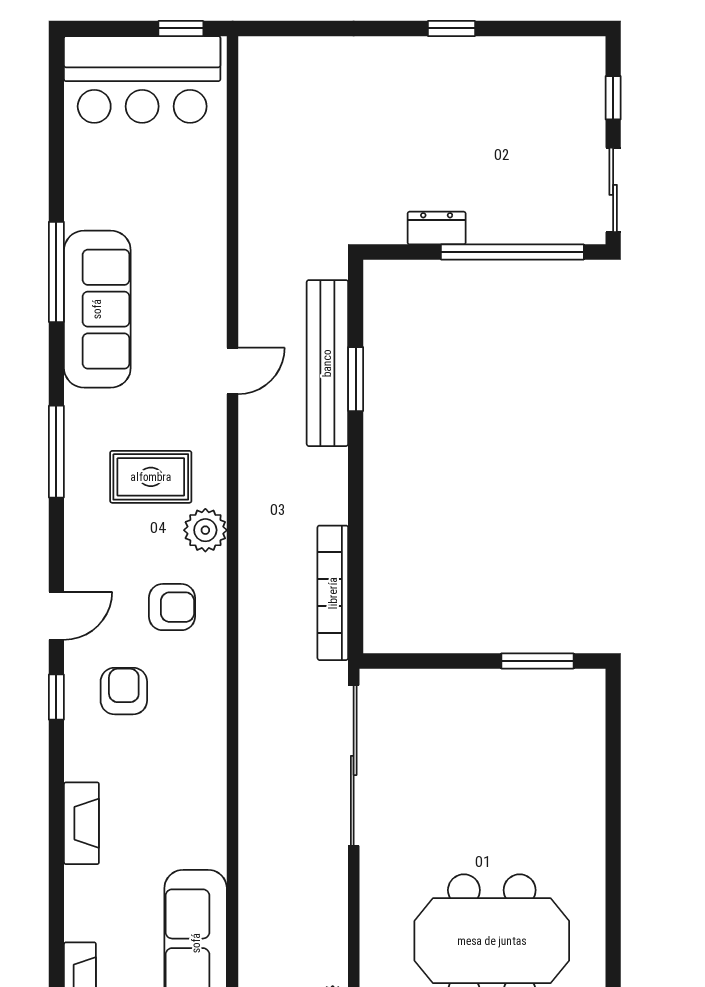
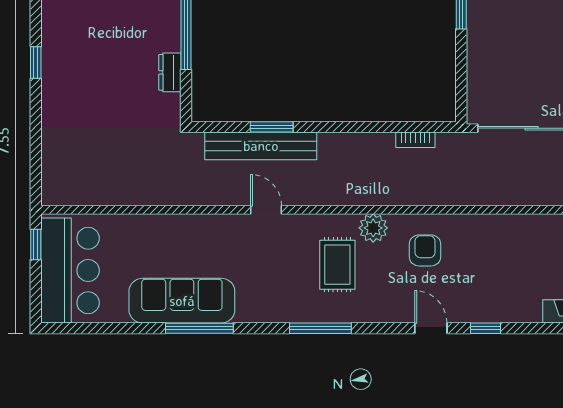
sofa: (97, 309) -> (182, 301), moved
bookcase: (333, 593) -> (415, 140), width x0.43, depth x0.76
armchair: (124, 691) -> (481, 283), removed

